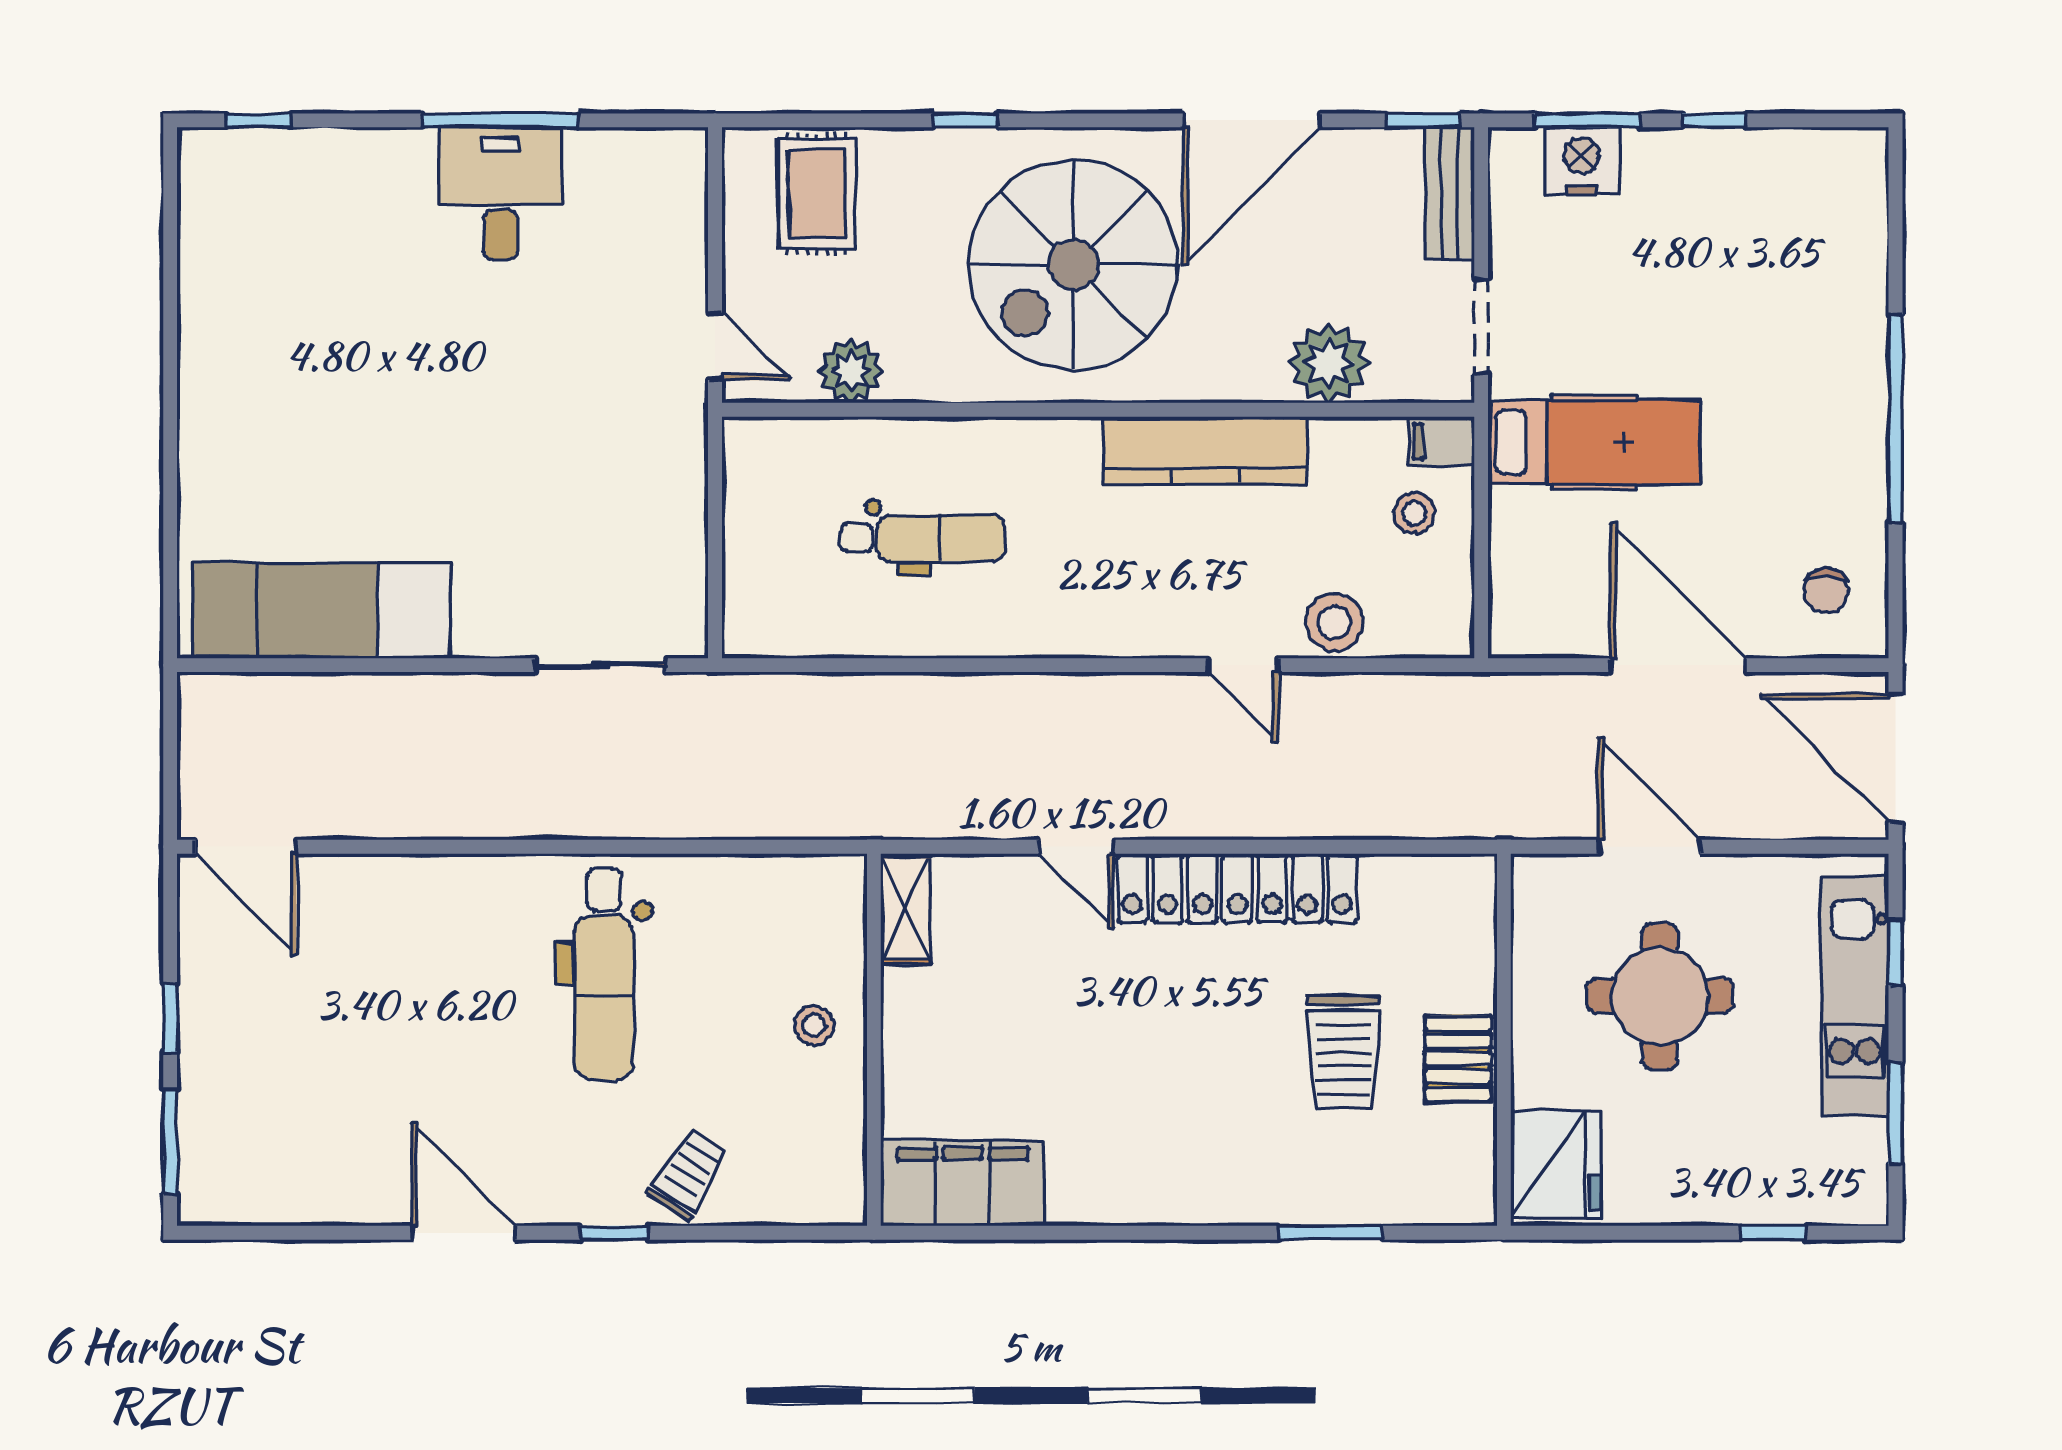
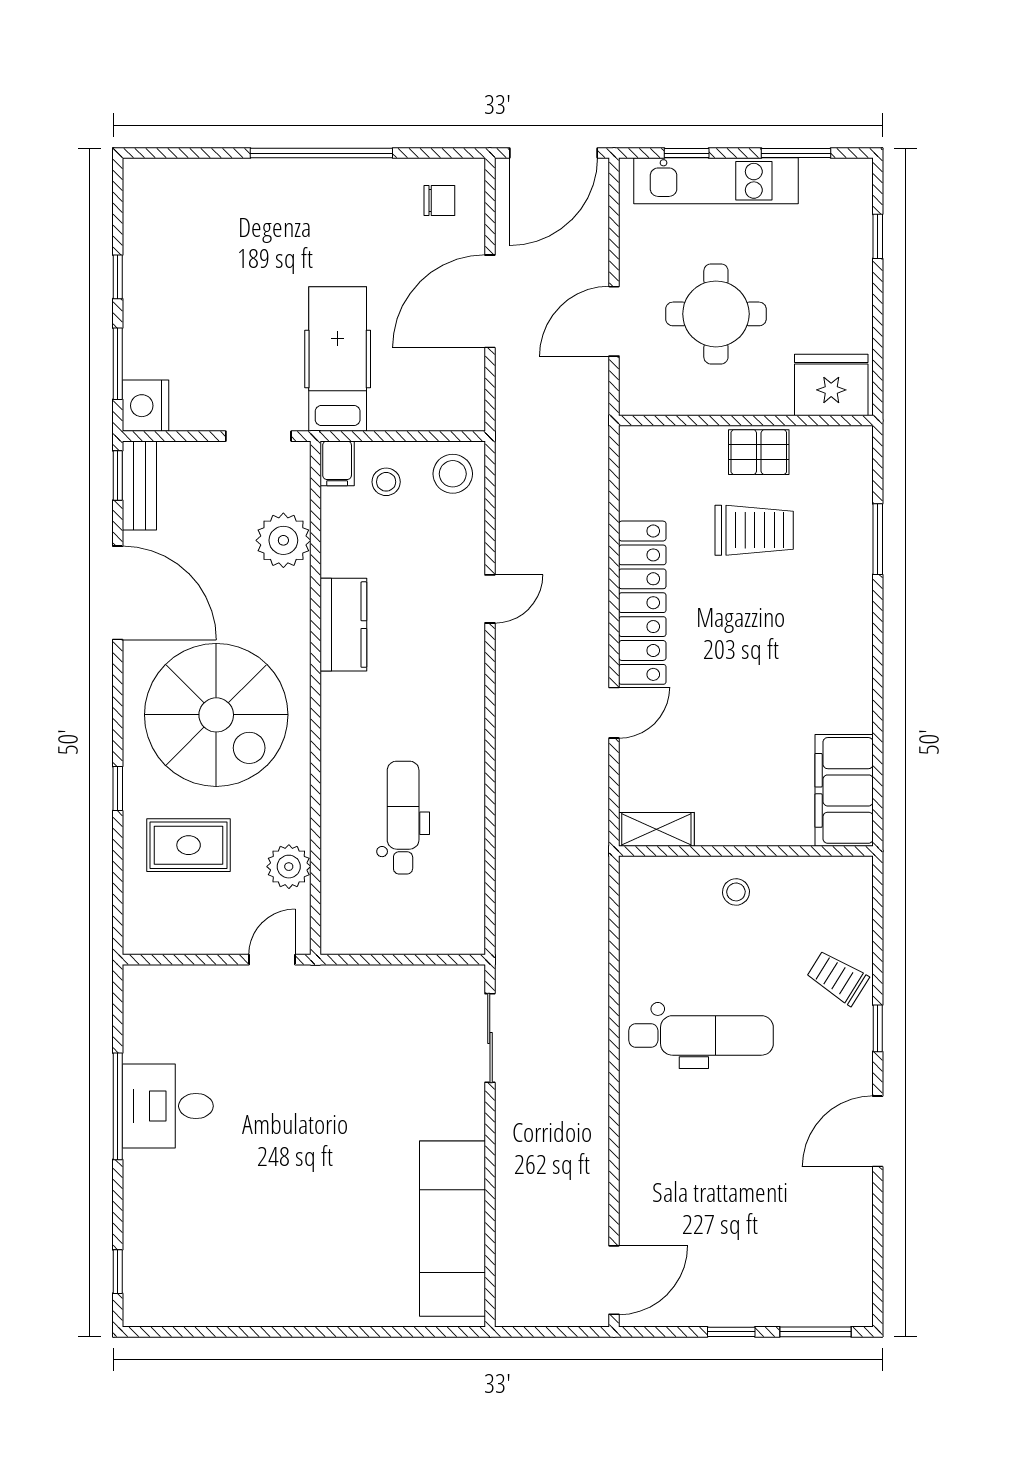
nightstand: (1582, 161) -> (145, 406), moved
bench: (1449, 193) -> (139, 485), moved, turned 90
rug: (817, 194) -> (189, 845), moved
kitchen counter: (1205, 451) -> (343, 625), width x0.67
stool: (1334, 622) -> (453, 474), moved

